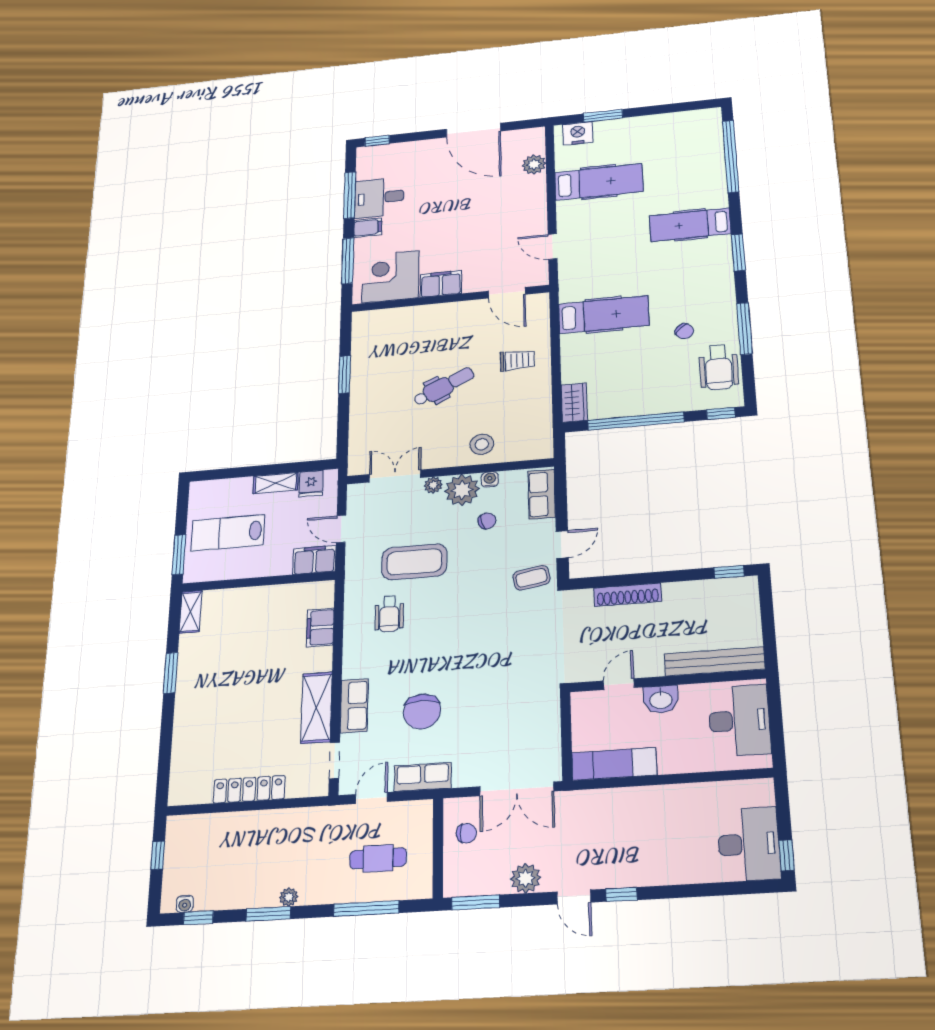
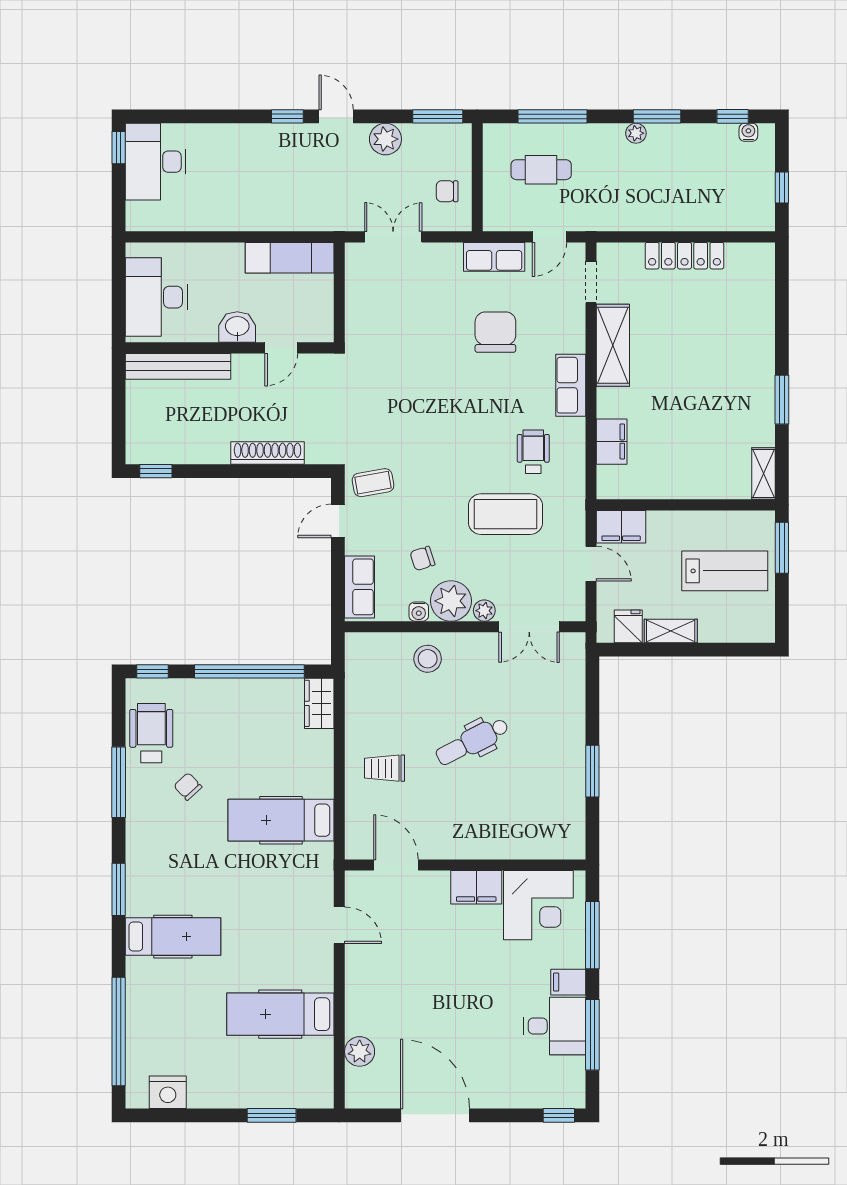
nightstand: (578, 133) -> (168, 1092), moved
row of seats: (354, 706) -> (571, 385), moved
double door: (517, 789) -> (393, 237), width x0.73

